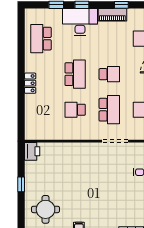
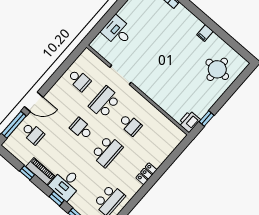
desk: (80, 22) -> (66, 184), width x0.73
school desk: (75, 74) -> (107, 151), turned 180
window: (21, 184) -> (207, 118), moved

